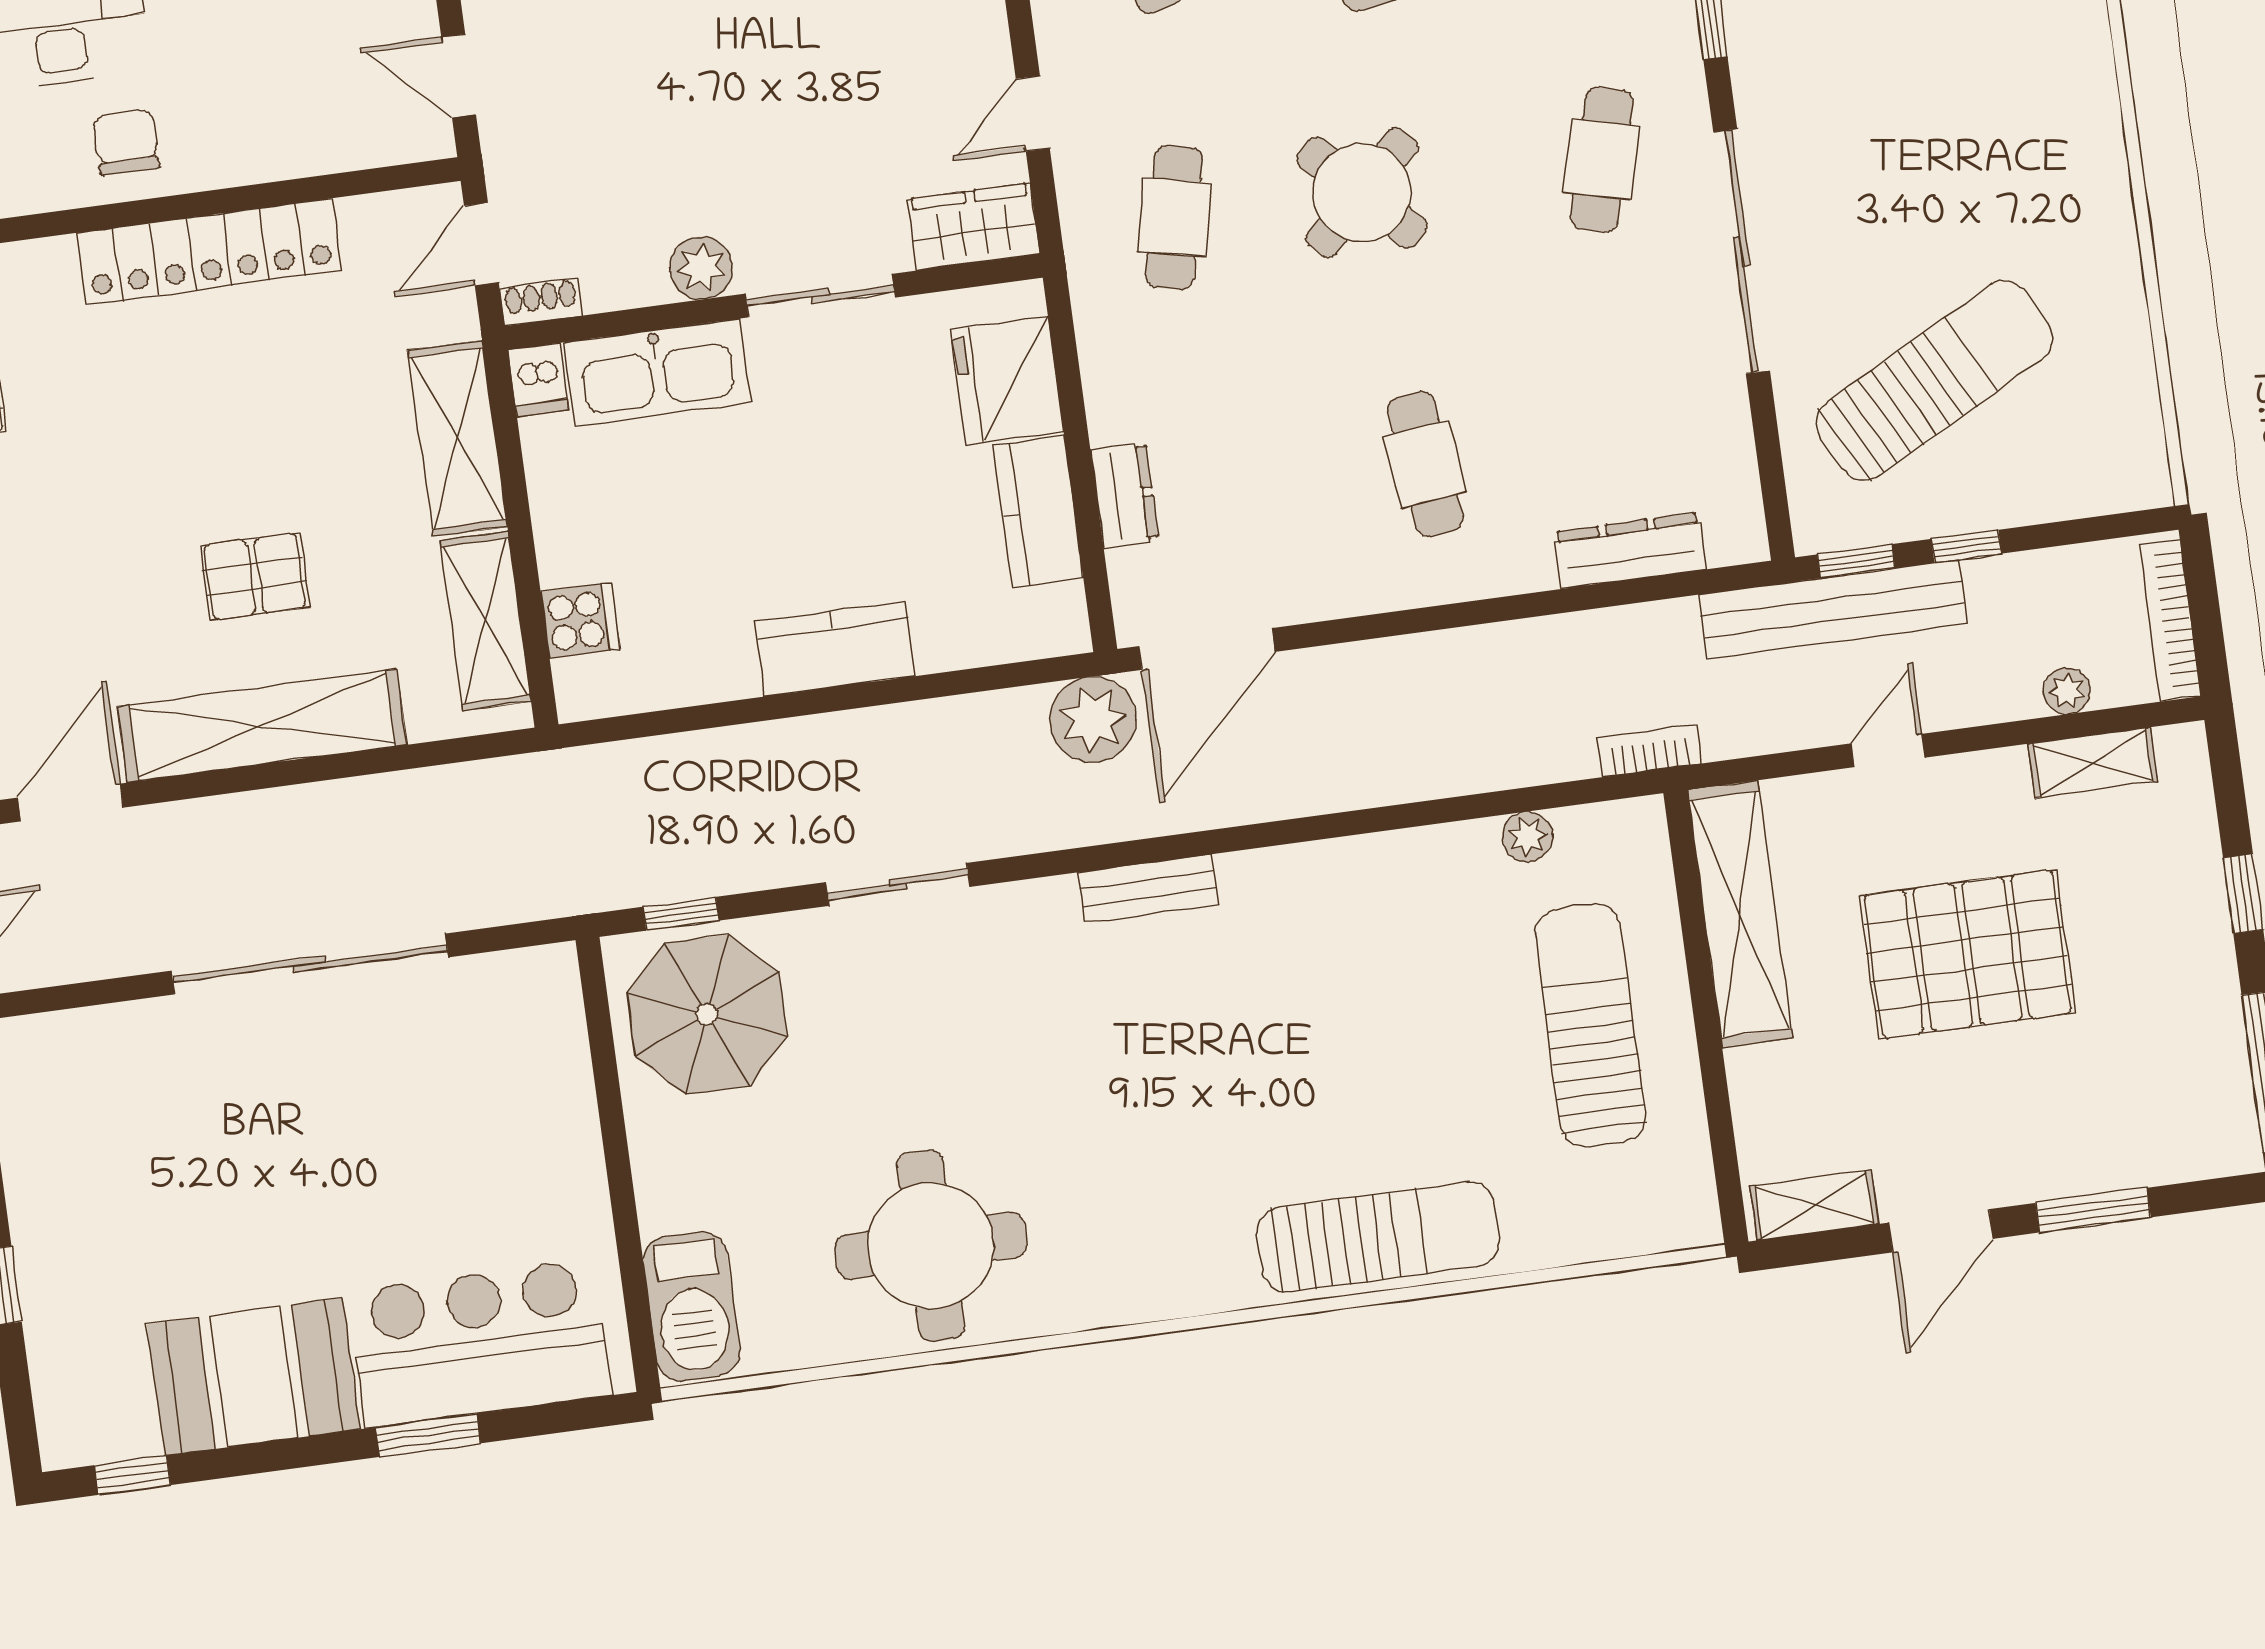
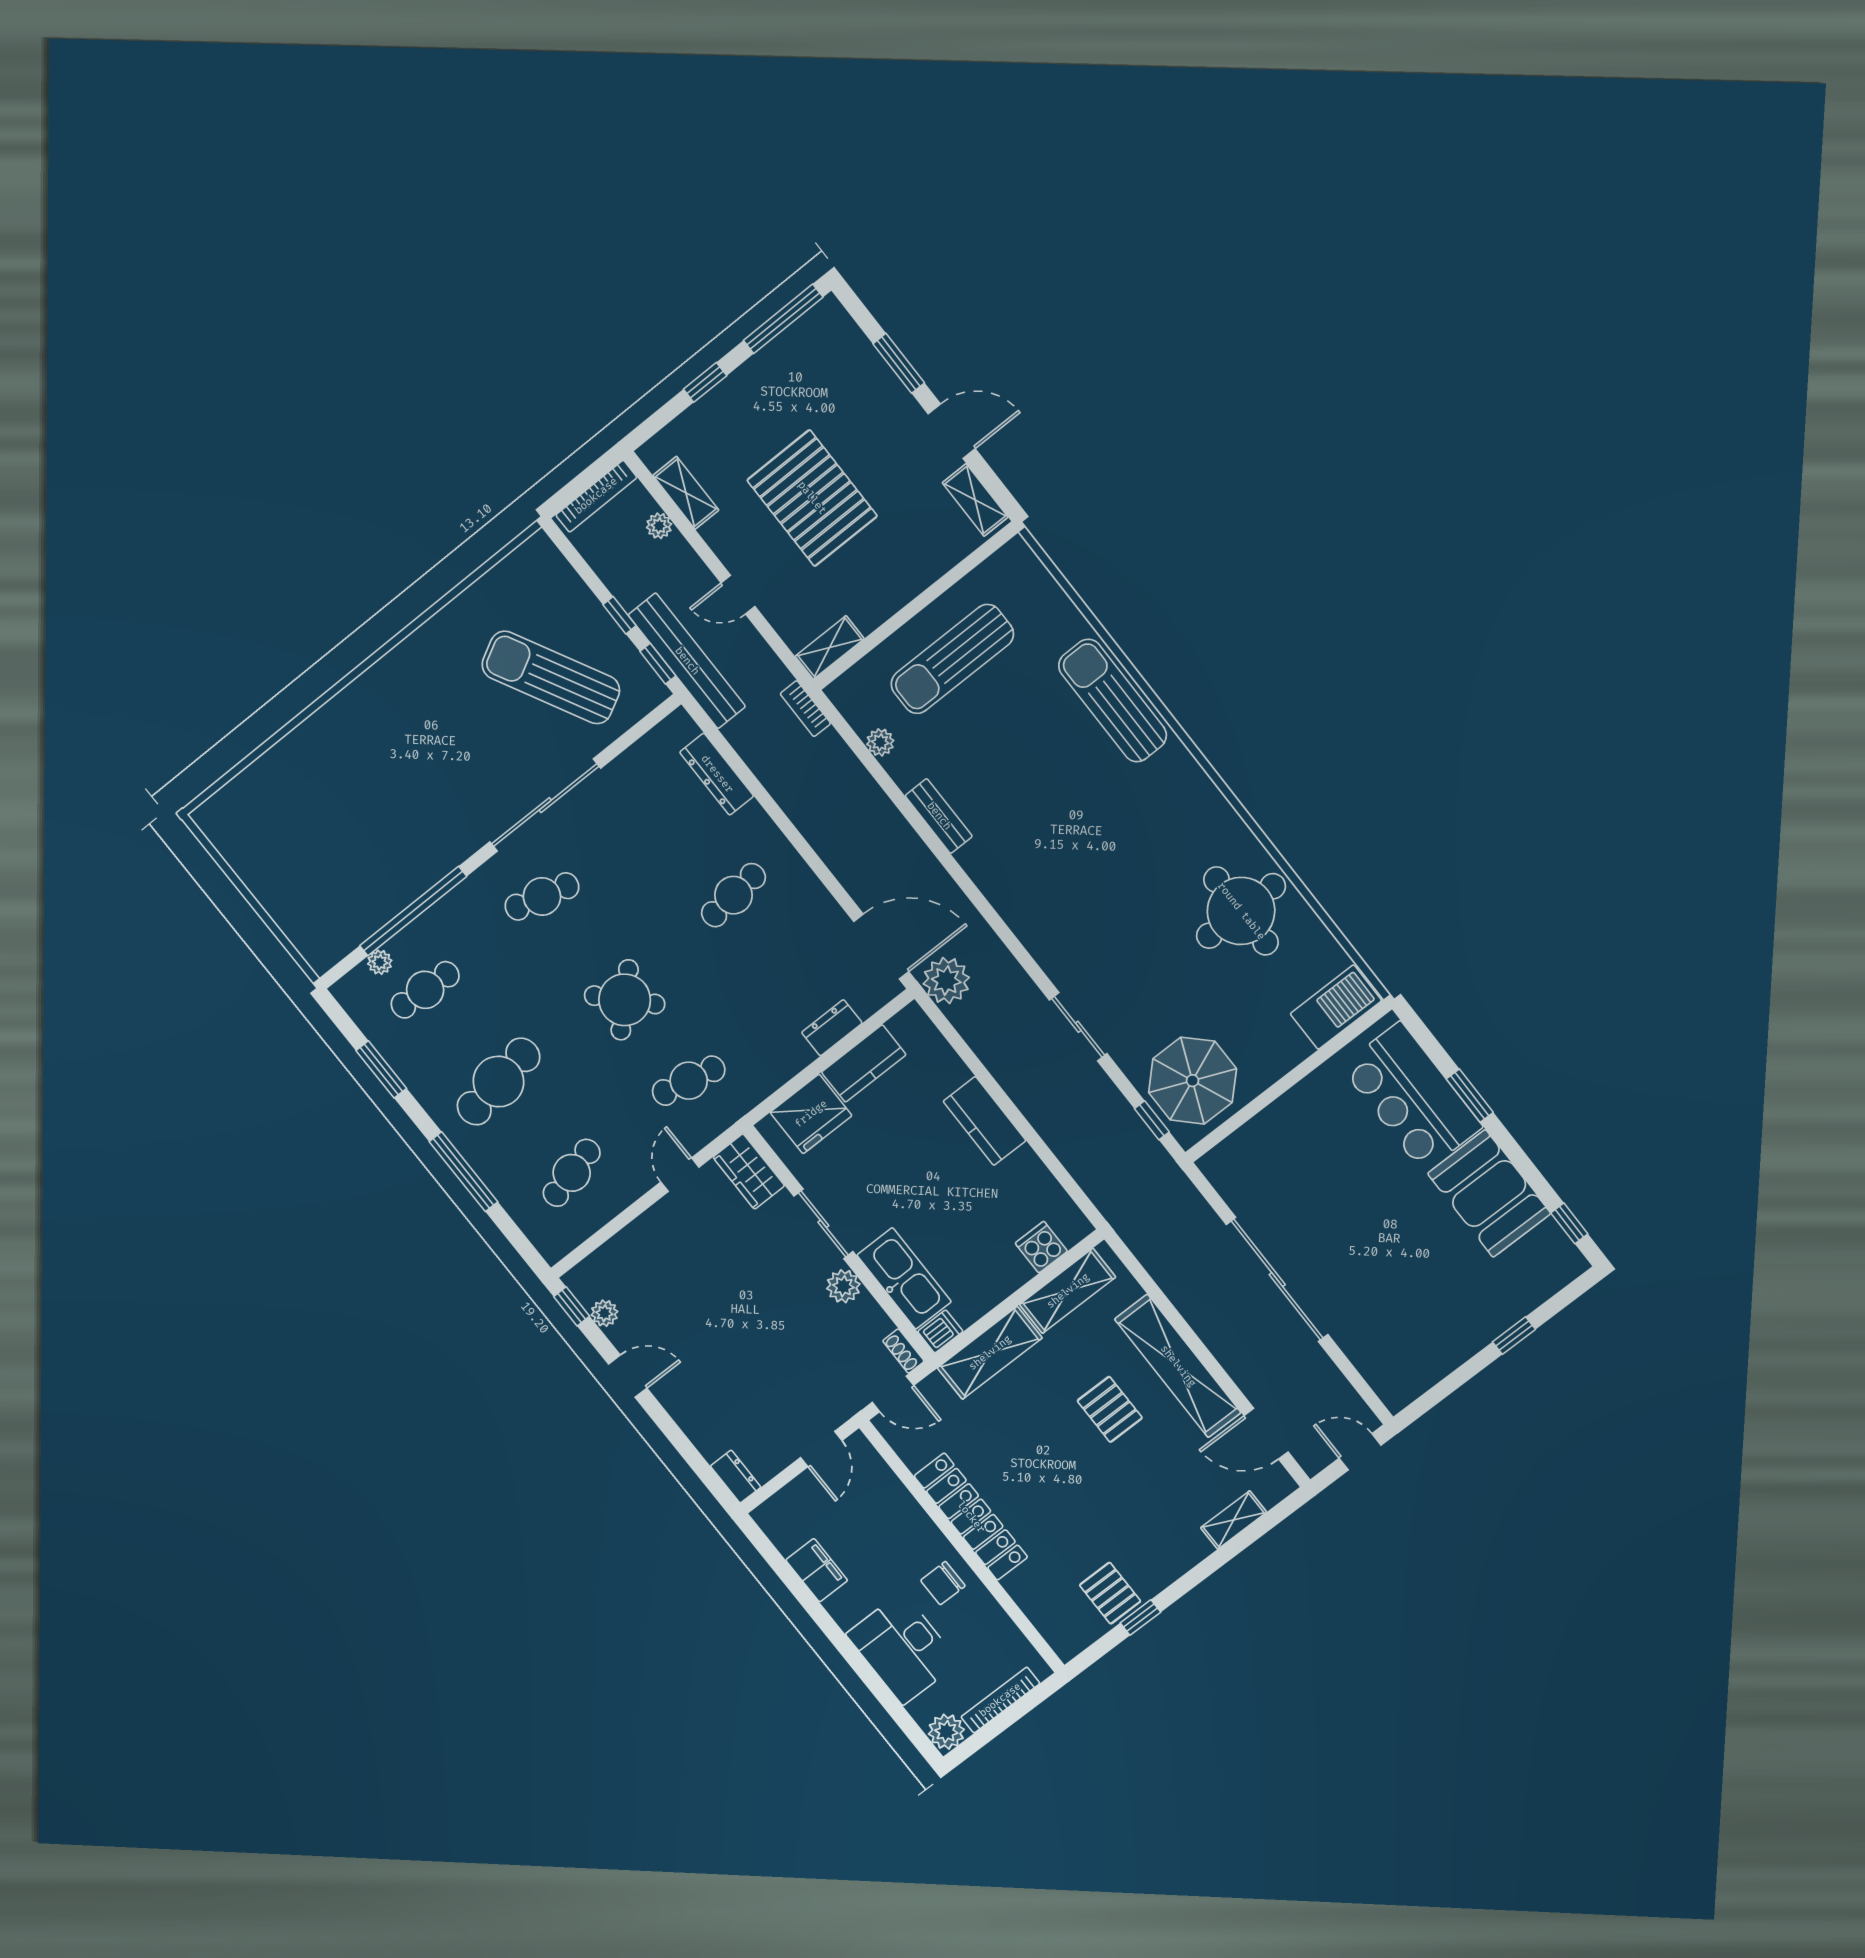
door: (1033, 114) -> (680, 1175), swing flipped
bench: (1148, 889) -> (939, 816), moved
shelving: (1740, 914) -> (830, 647), width x0.45, depth x0.75

